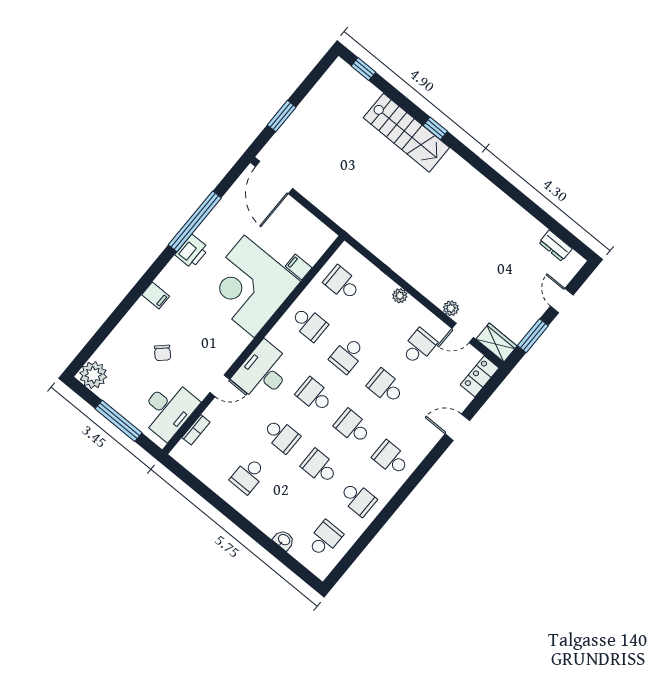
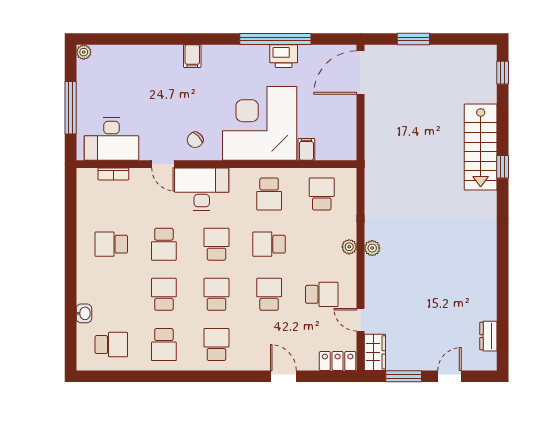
printer: (192, 251) -> (284, 56), moved
plant: (451, 308) -> (372, 248), moved
chair: (163, 353) -> (195, 140), moved
plant: (93, 375) -> (84, 52), width x0.53, depth x0.53

